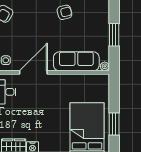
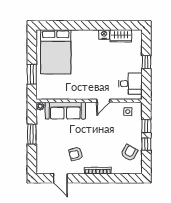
door: (33, 72) -> (103, 101), width x0.53
window: (114, 124) -> (32, 74), moved

